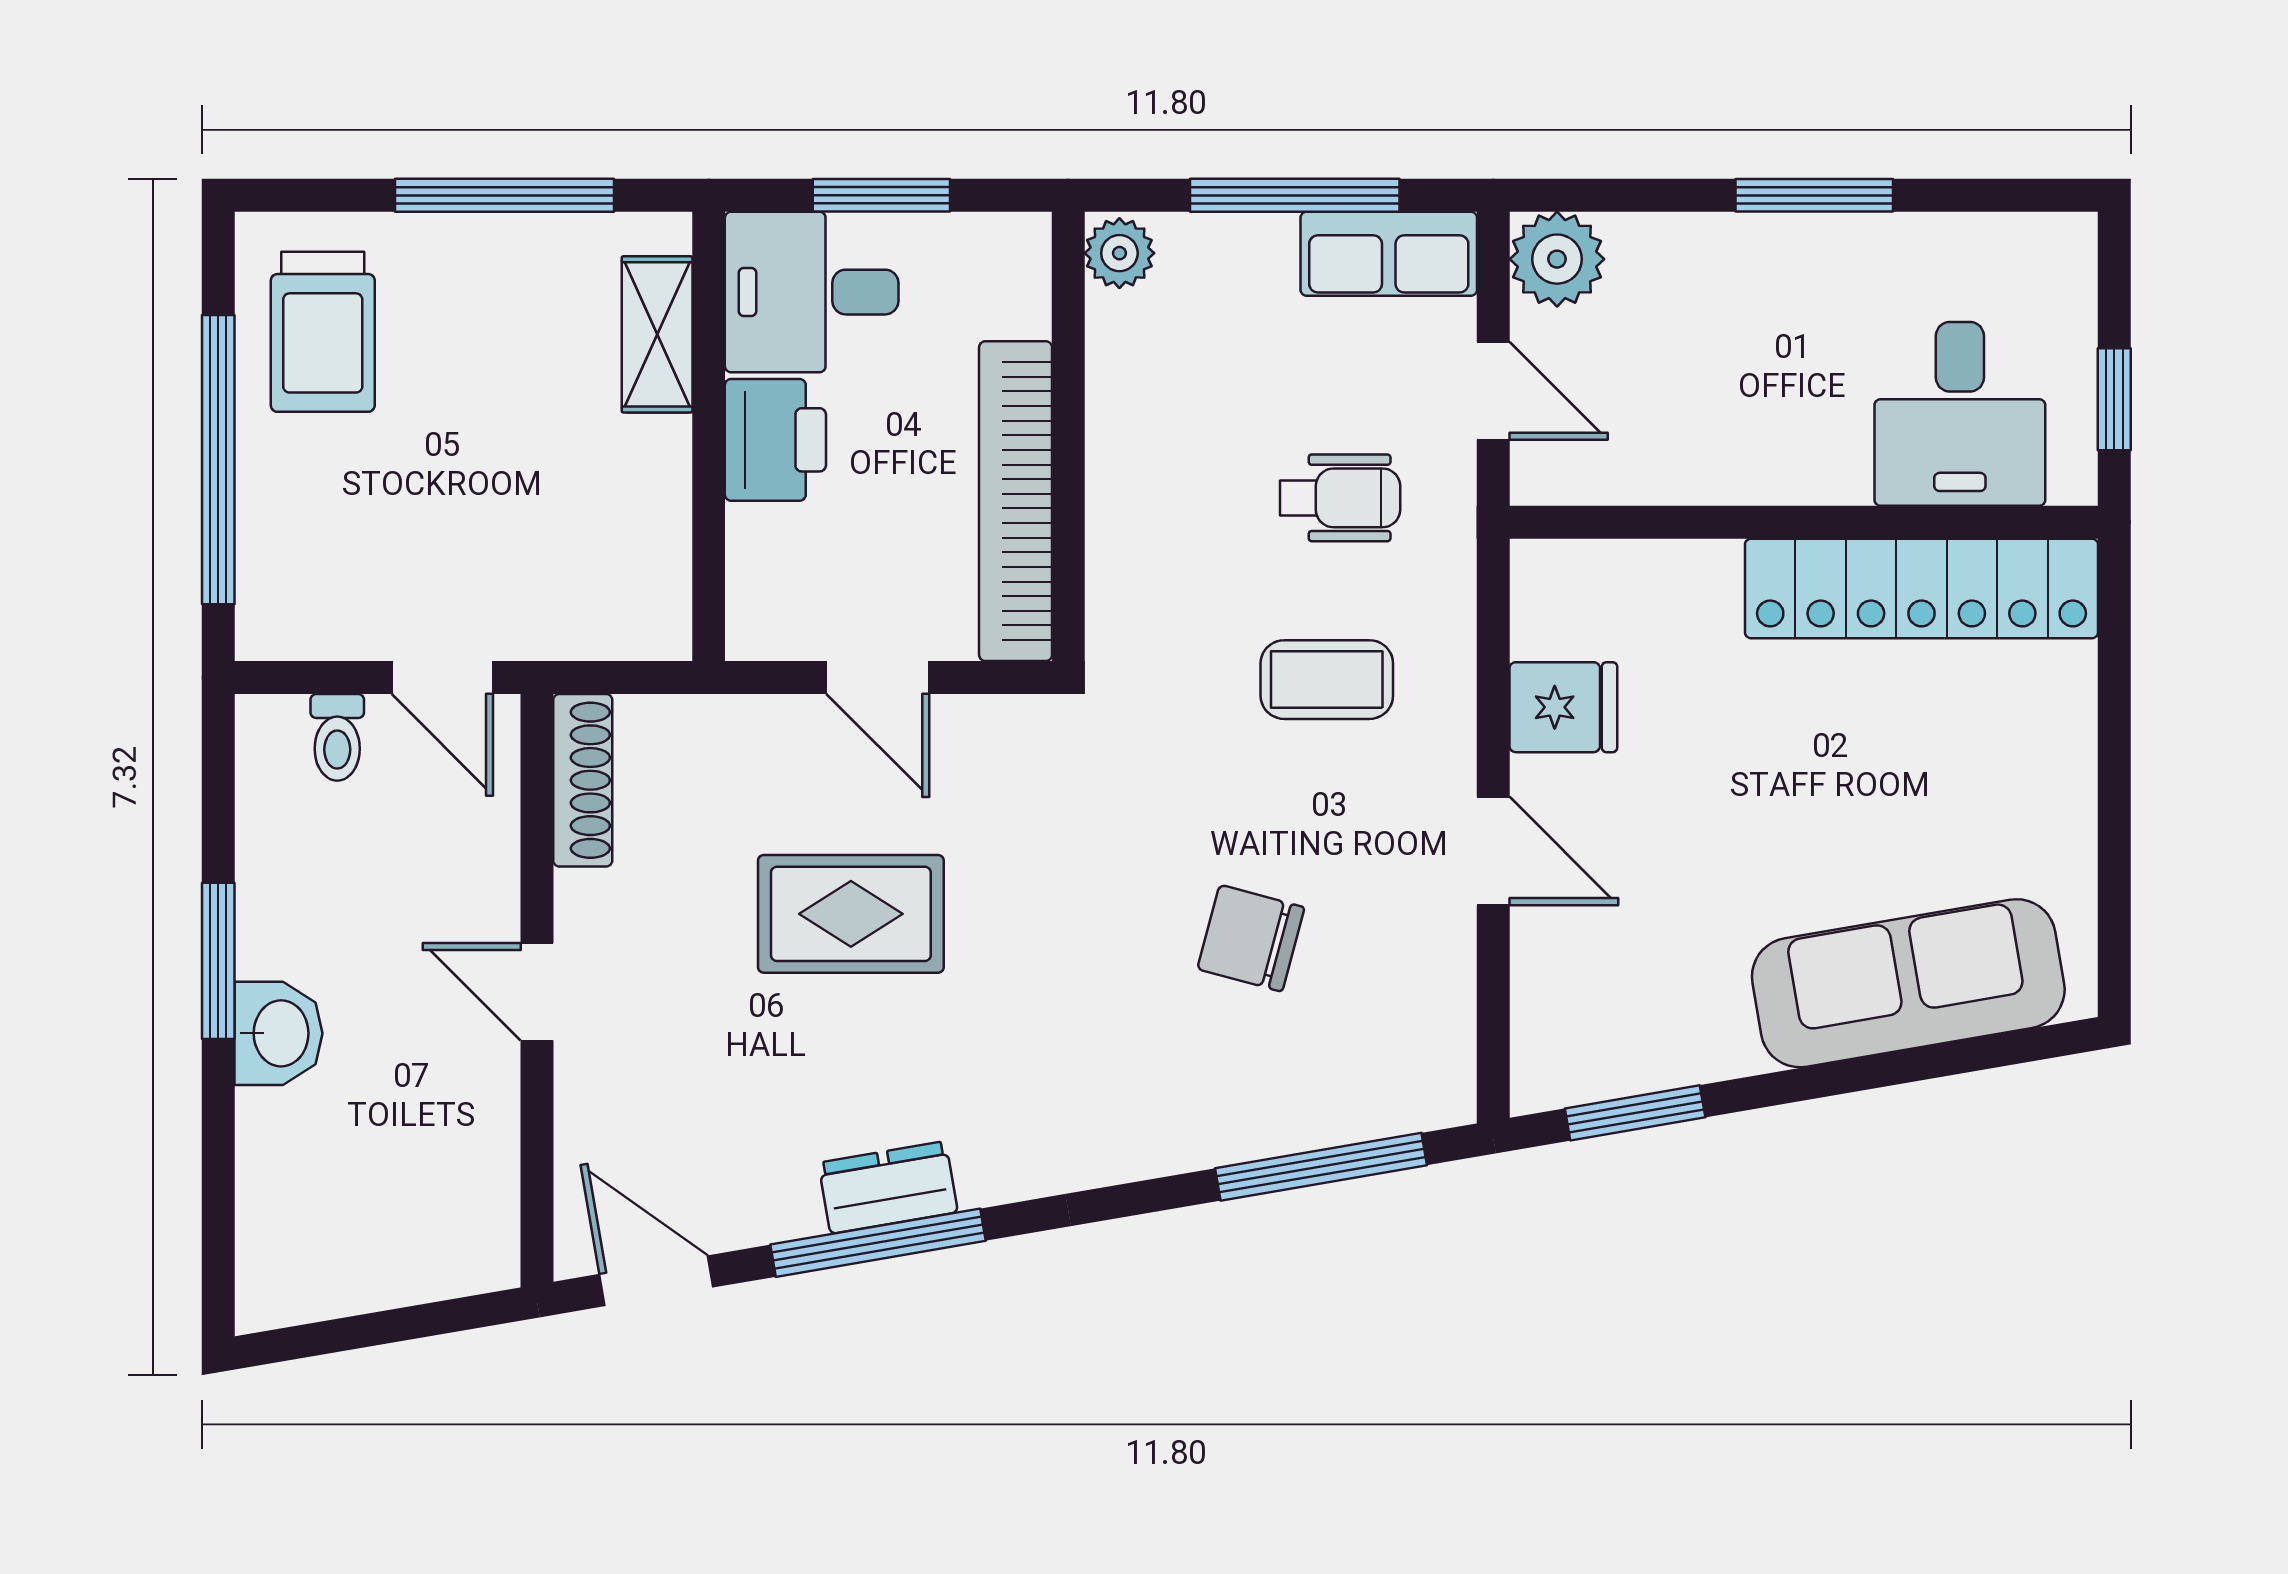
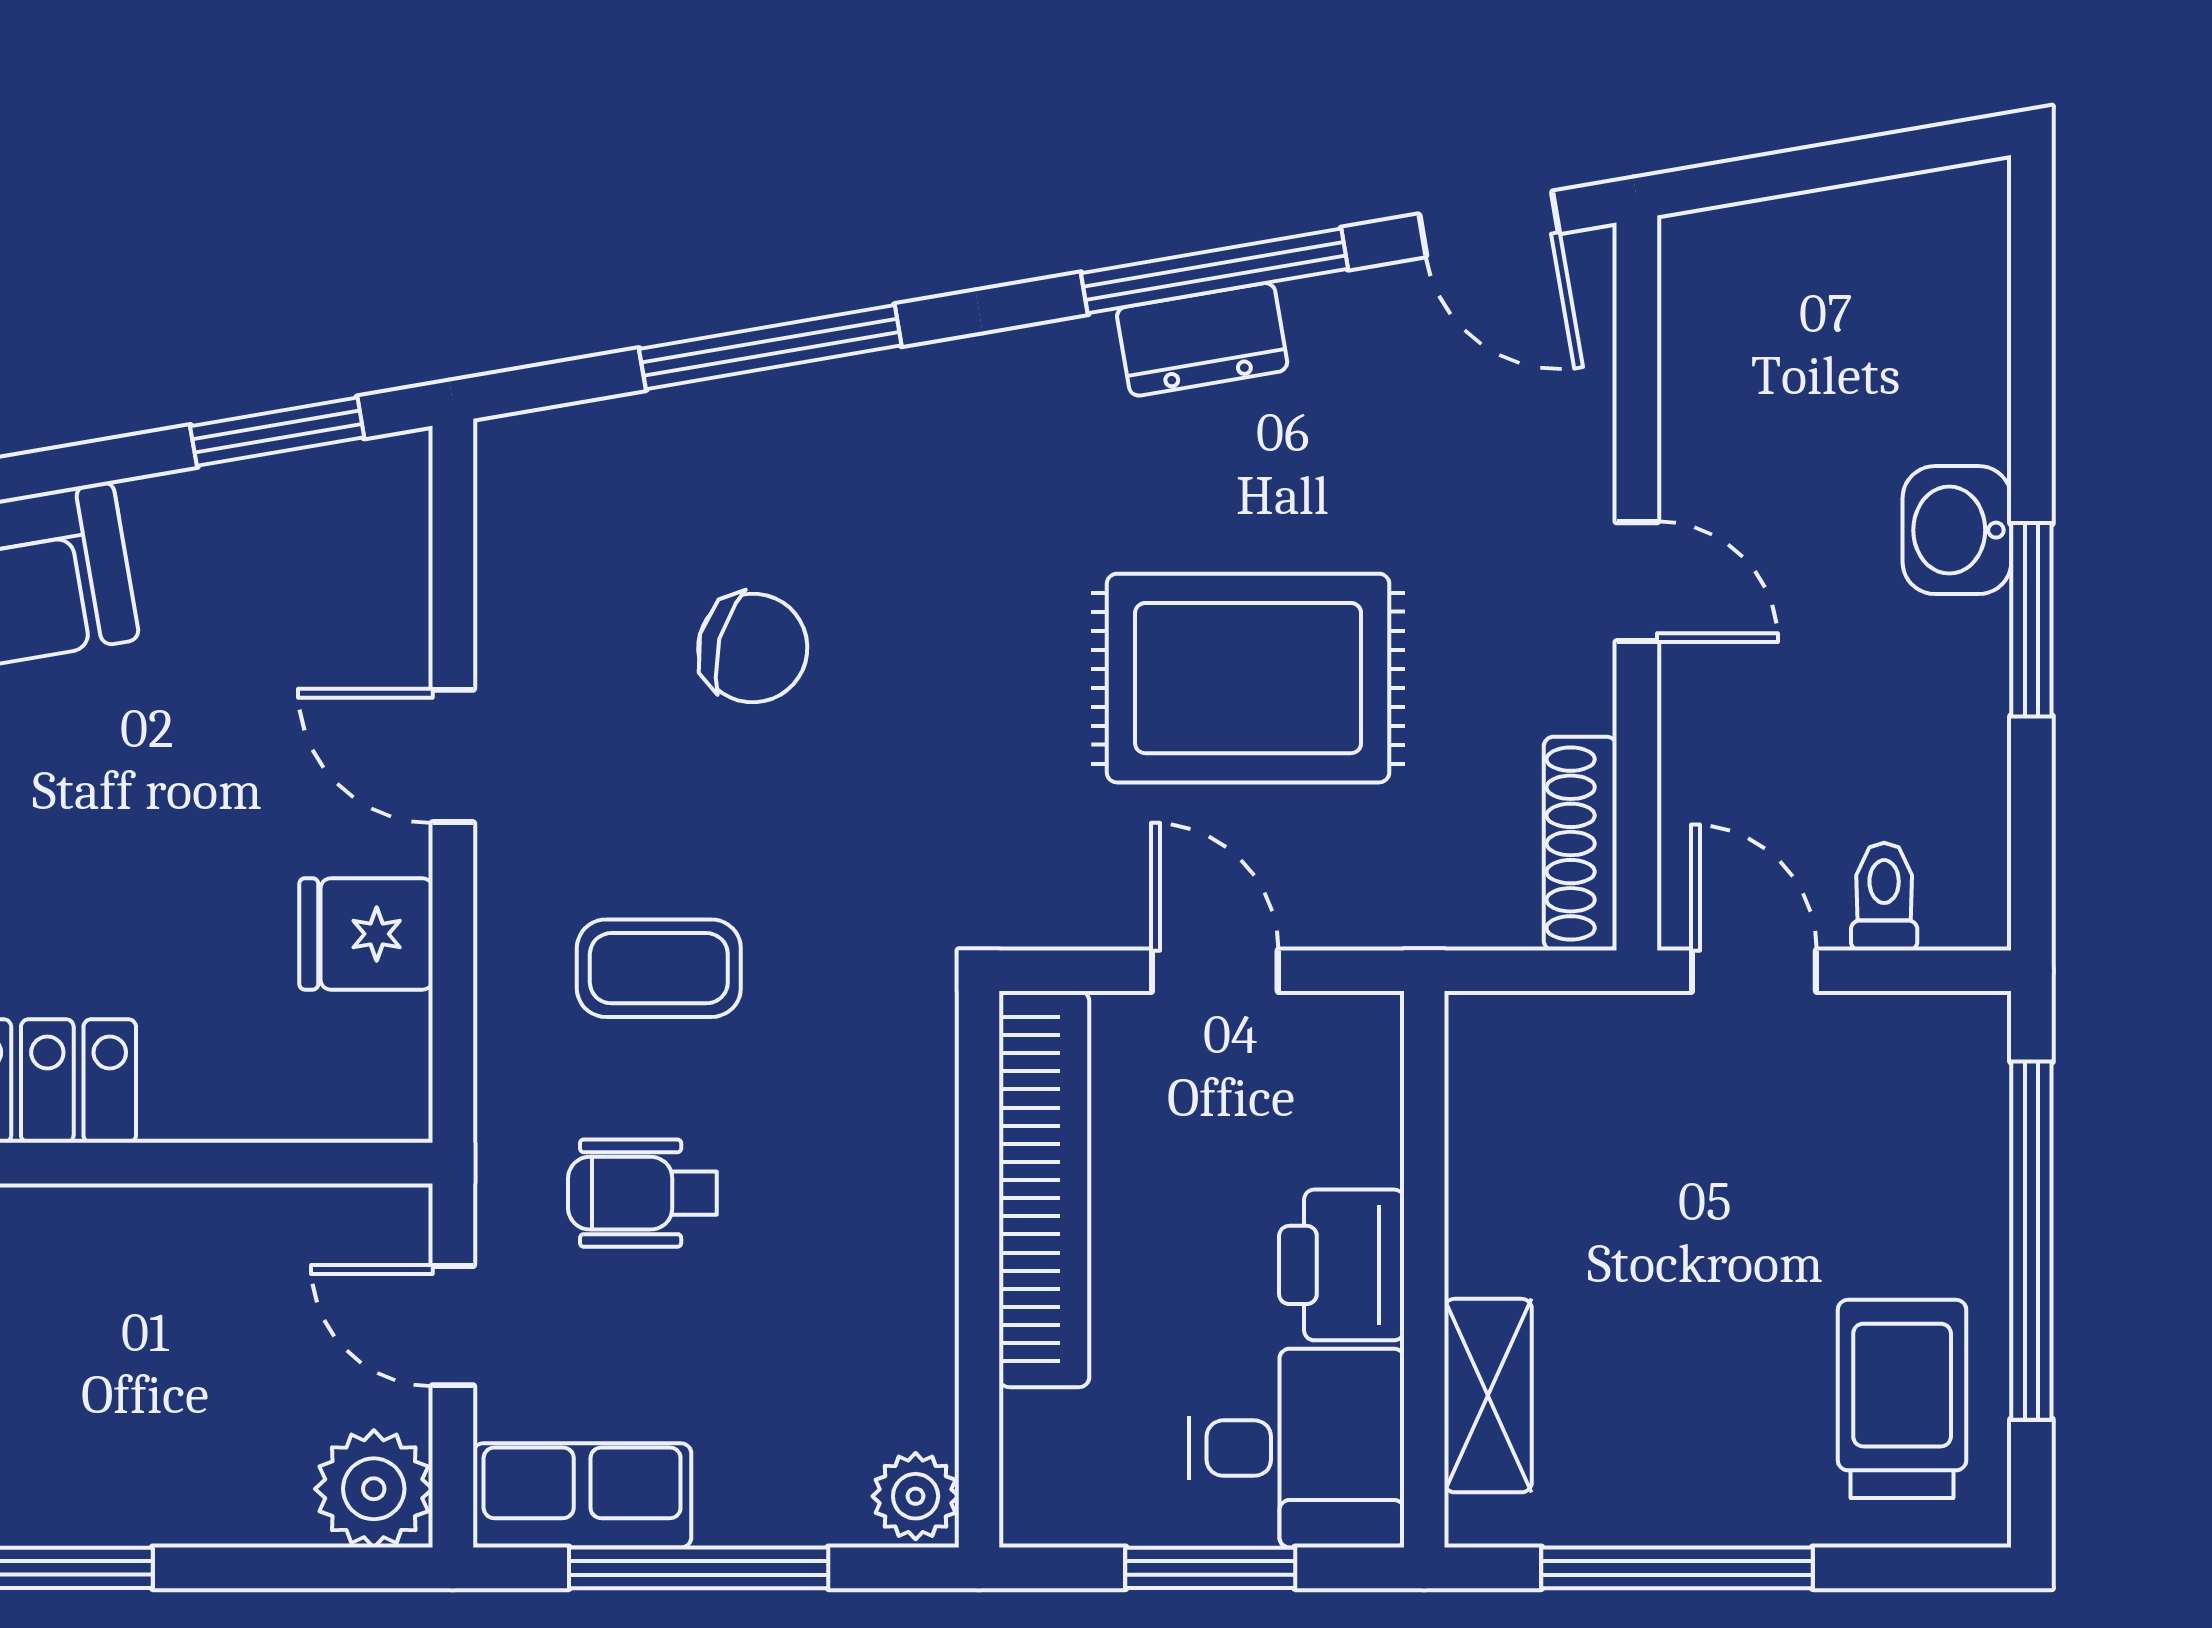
rug: (851, 914) -> (1248, 678), width x1.36, depth x1.43
window: (1321, 1167) -> (770, 347), moved

